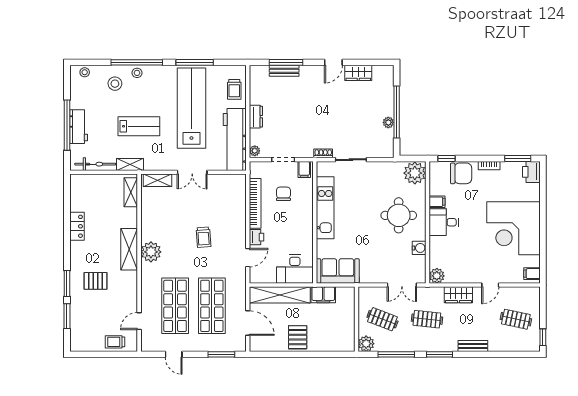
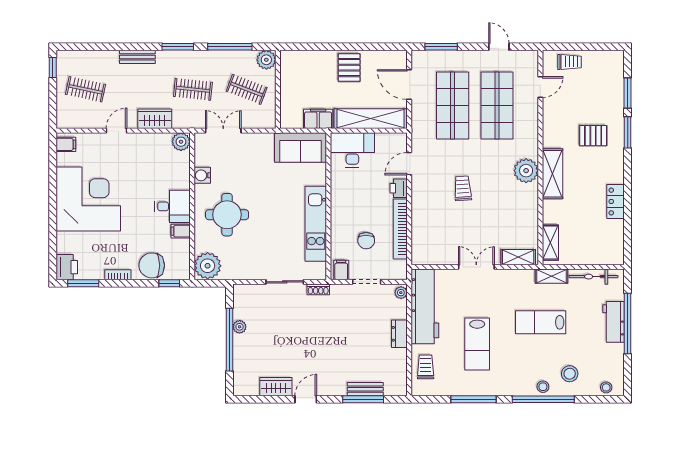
lab bench: (191, 108) -> (477, 344), width x0.54, depth x0.72

